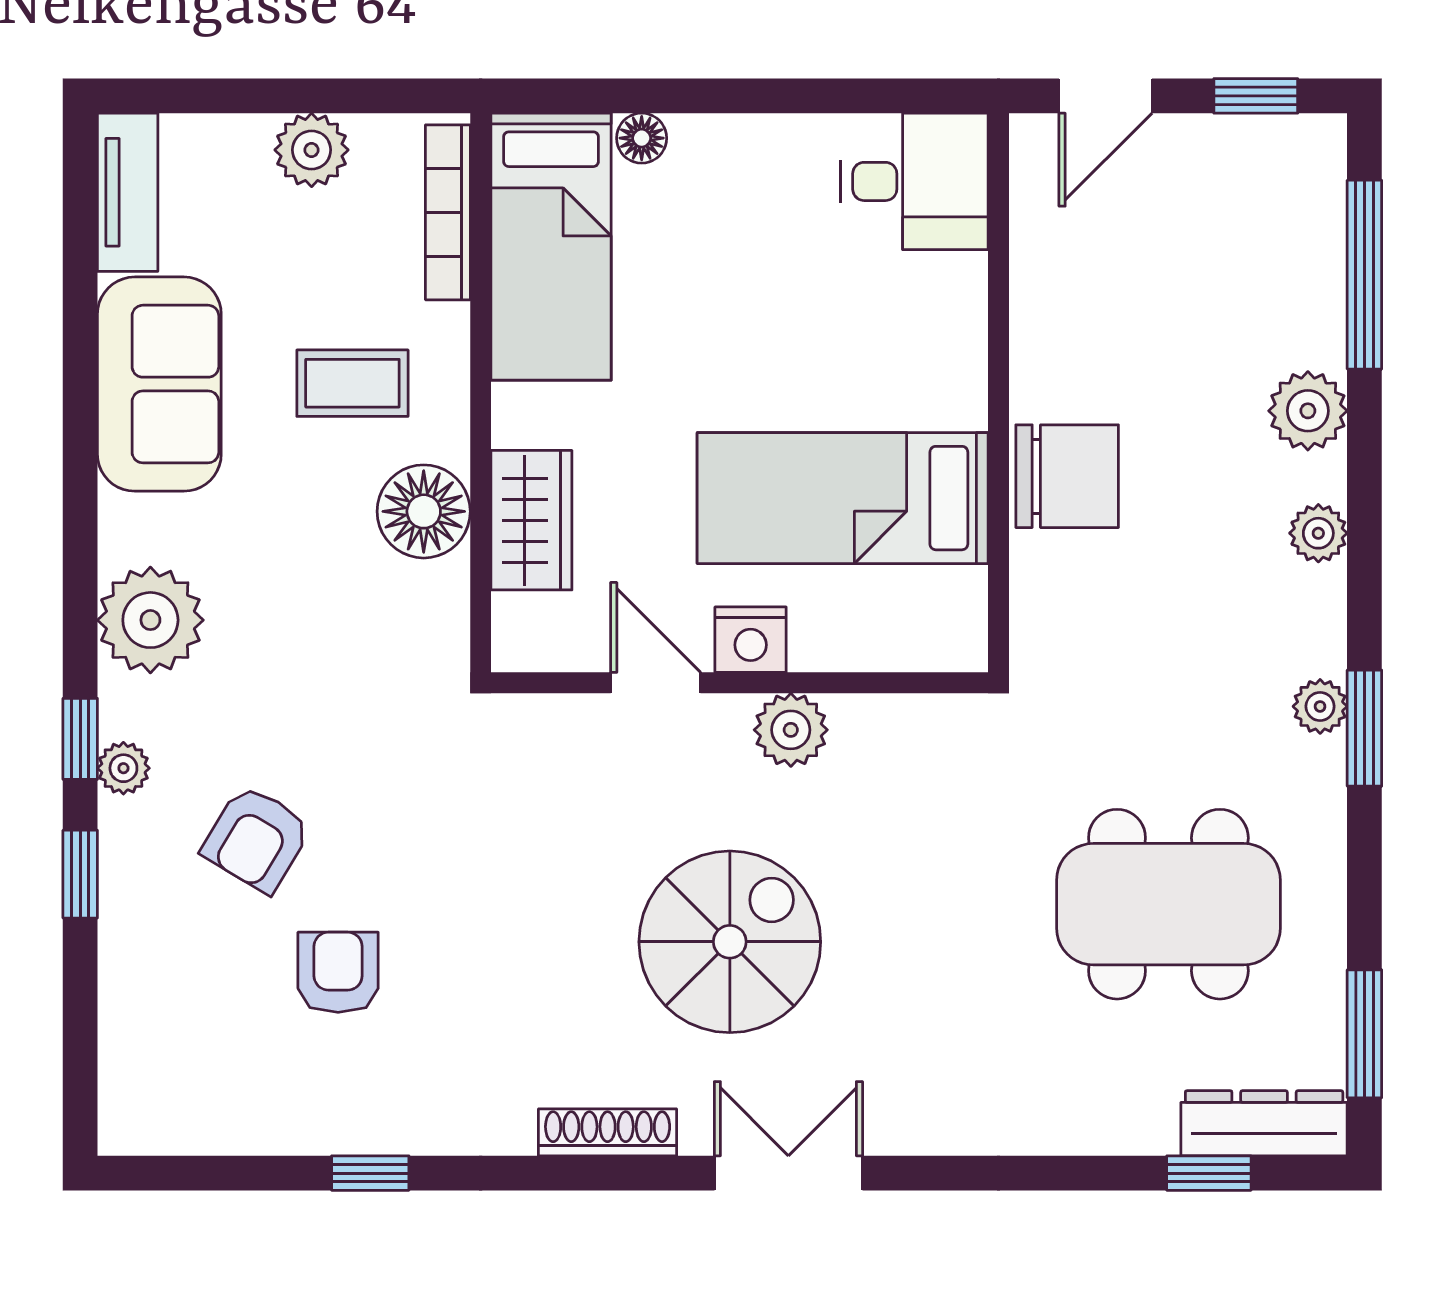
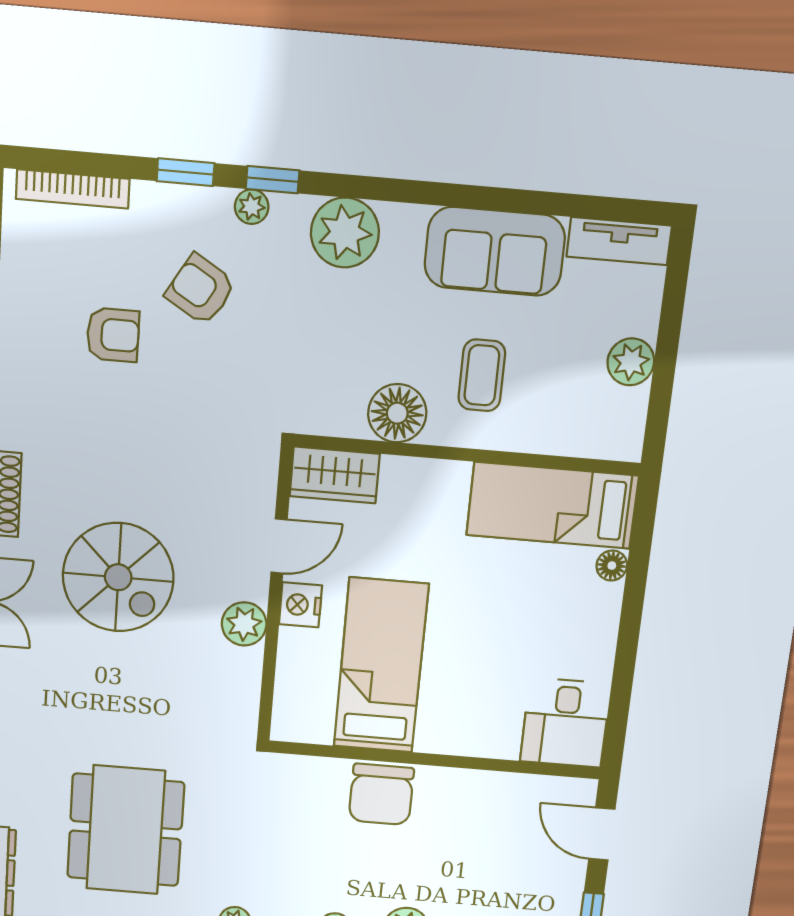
bookcase: (448, 212) -> (73, 189), moved, turned 180
wardrobe: (531, 520) -> (335, 475), moved

